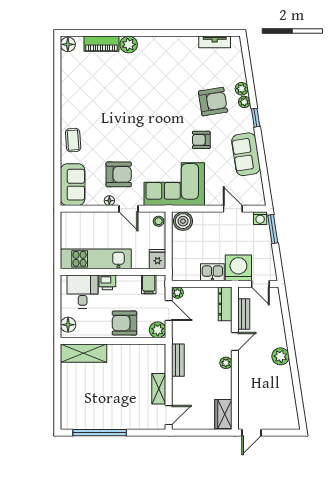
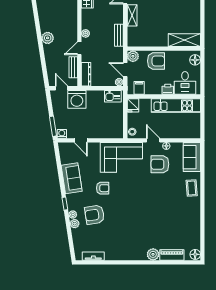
boiler: (183, 221) -> (115, 132), removed
kitchen sink: (212, 272) -> (113, 96), moved

